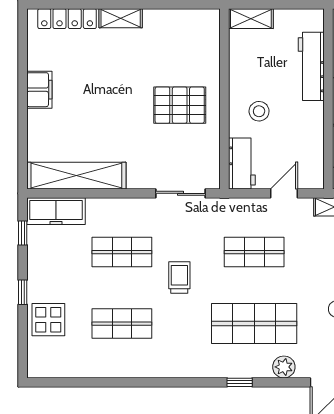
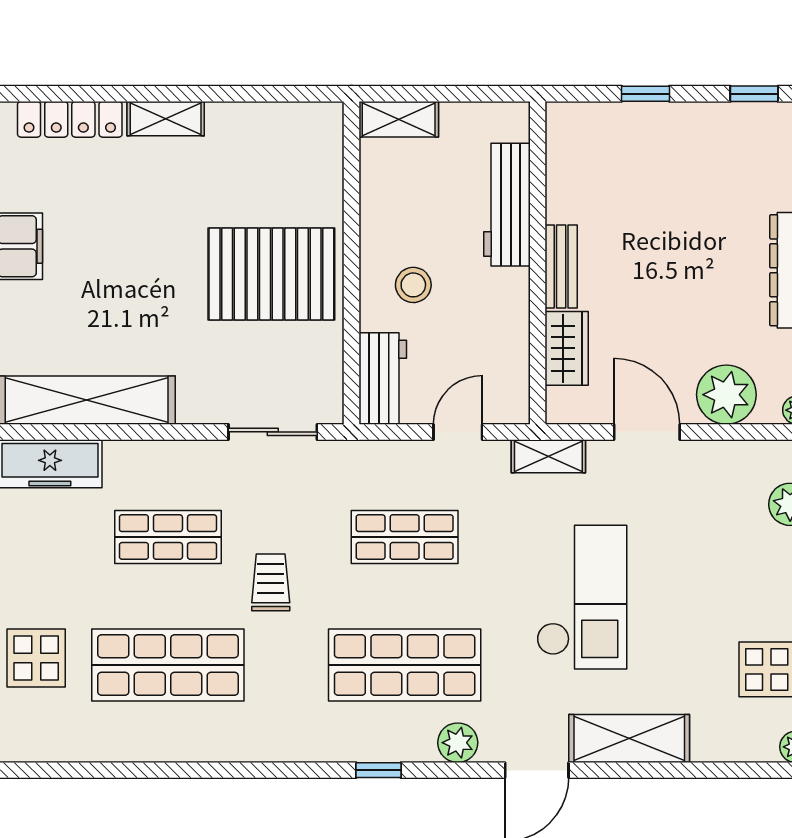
pallet: (180, 105) -> (271, 274), width x1.37, depth x1.41
shop shelf: (122, 324) -> (168, 665), width x1.43, depth x1.36

